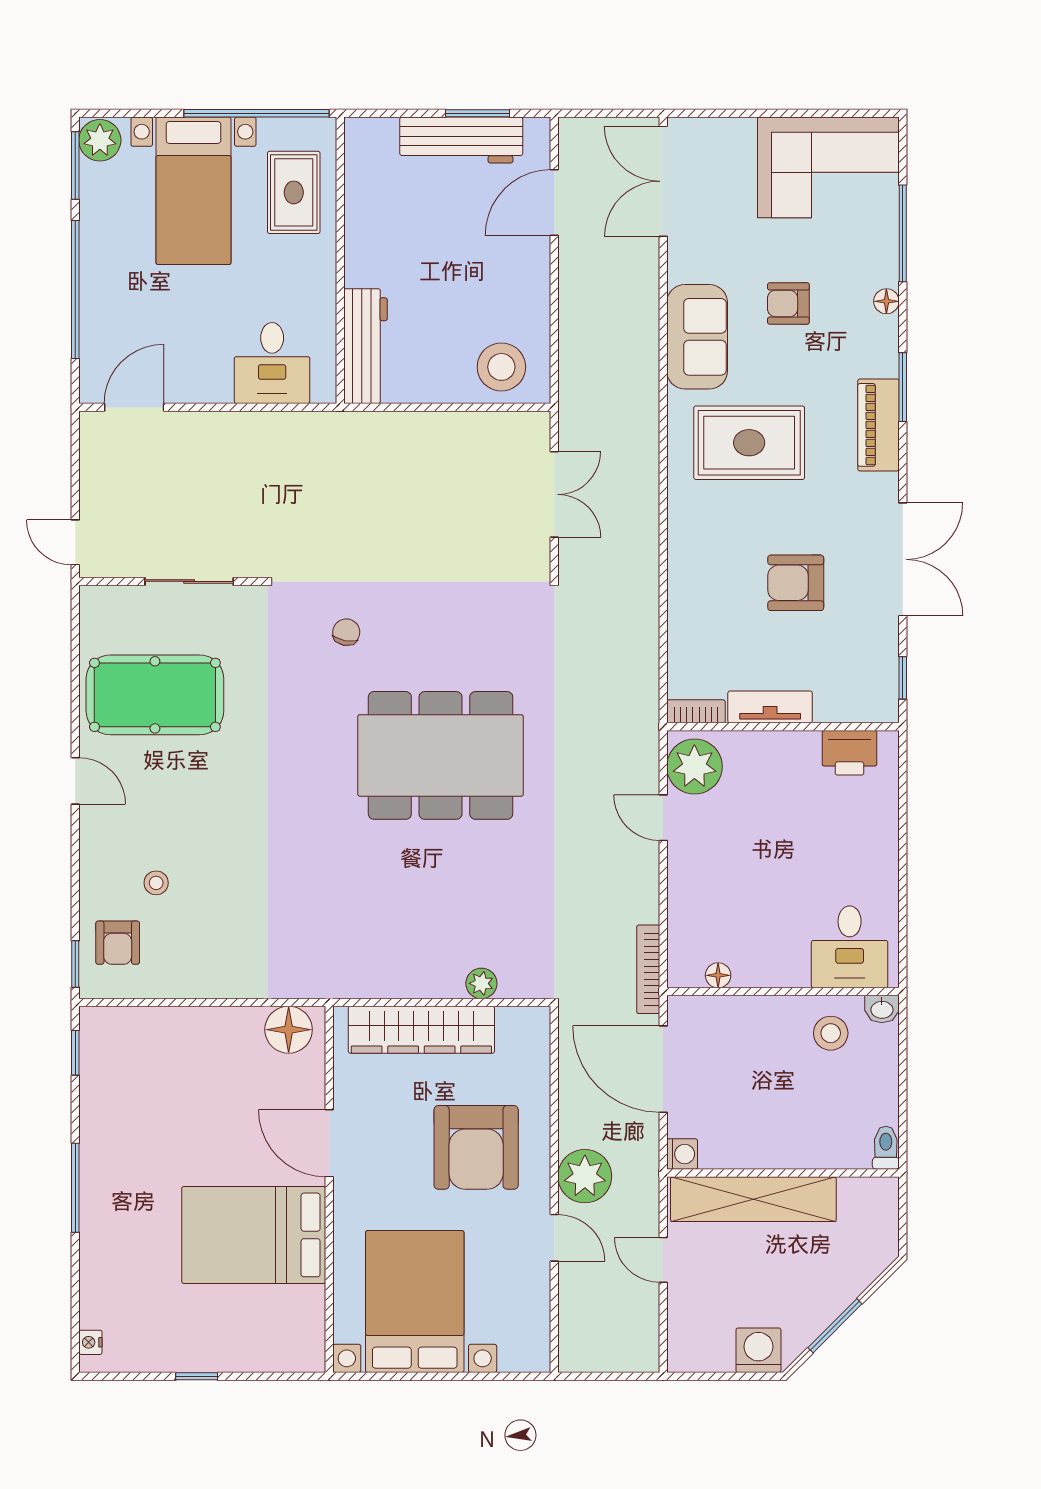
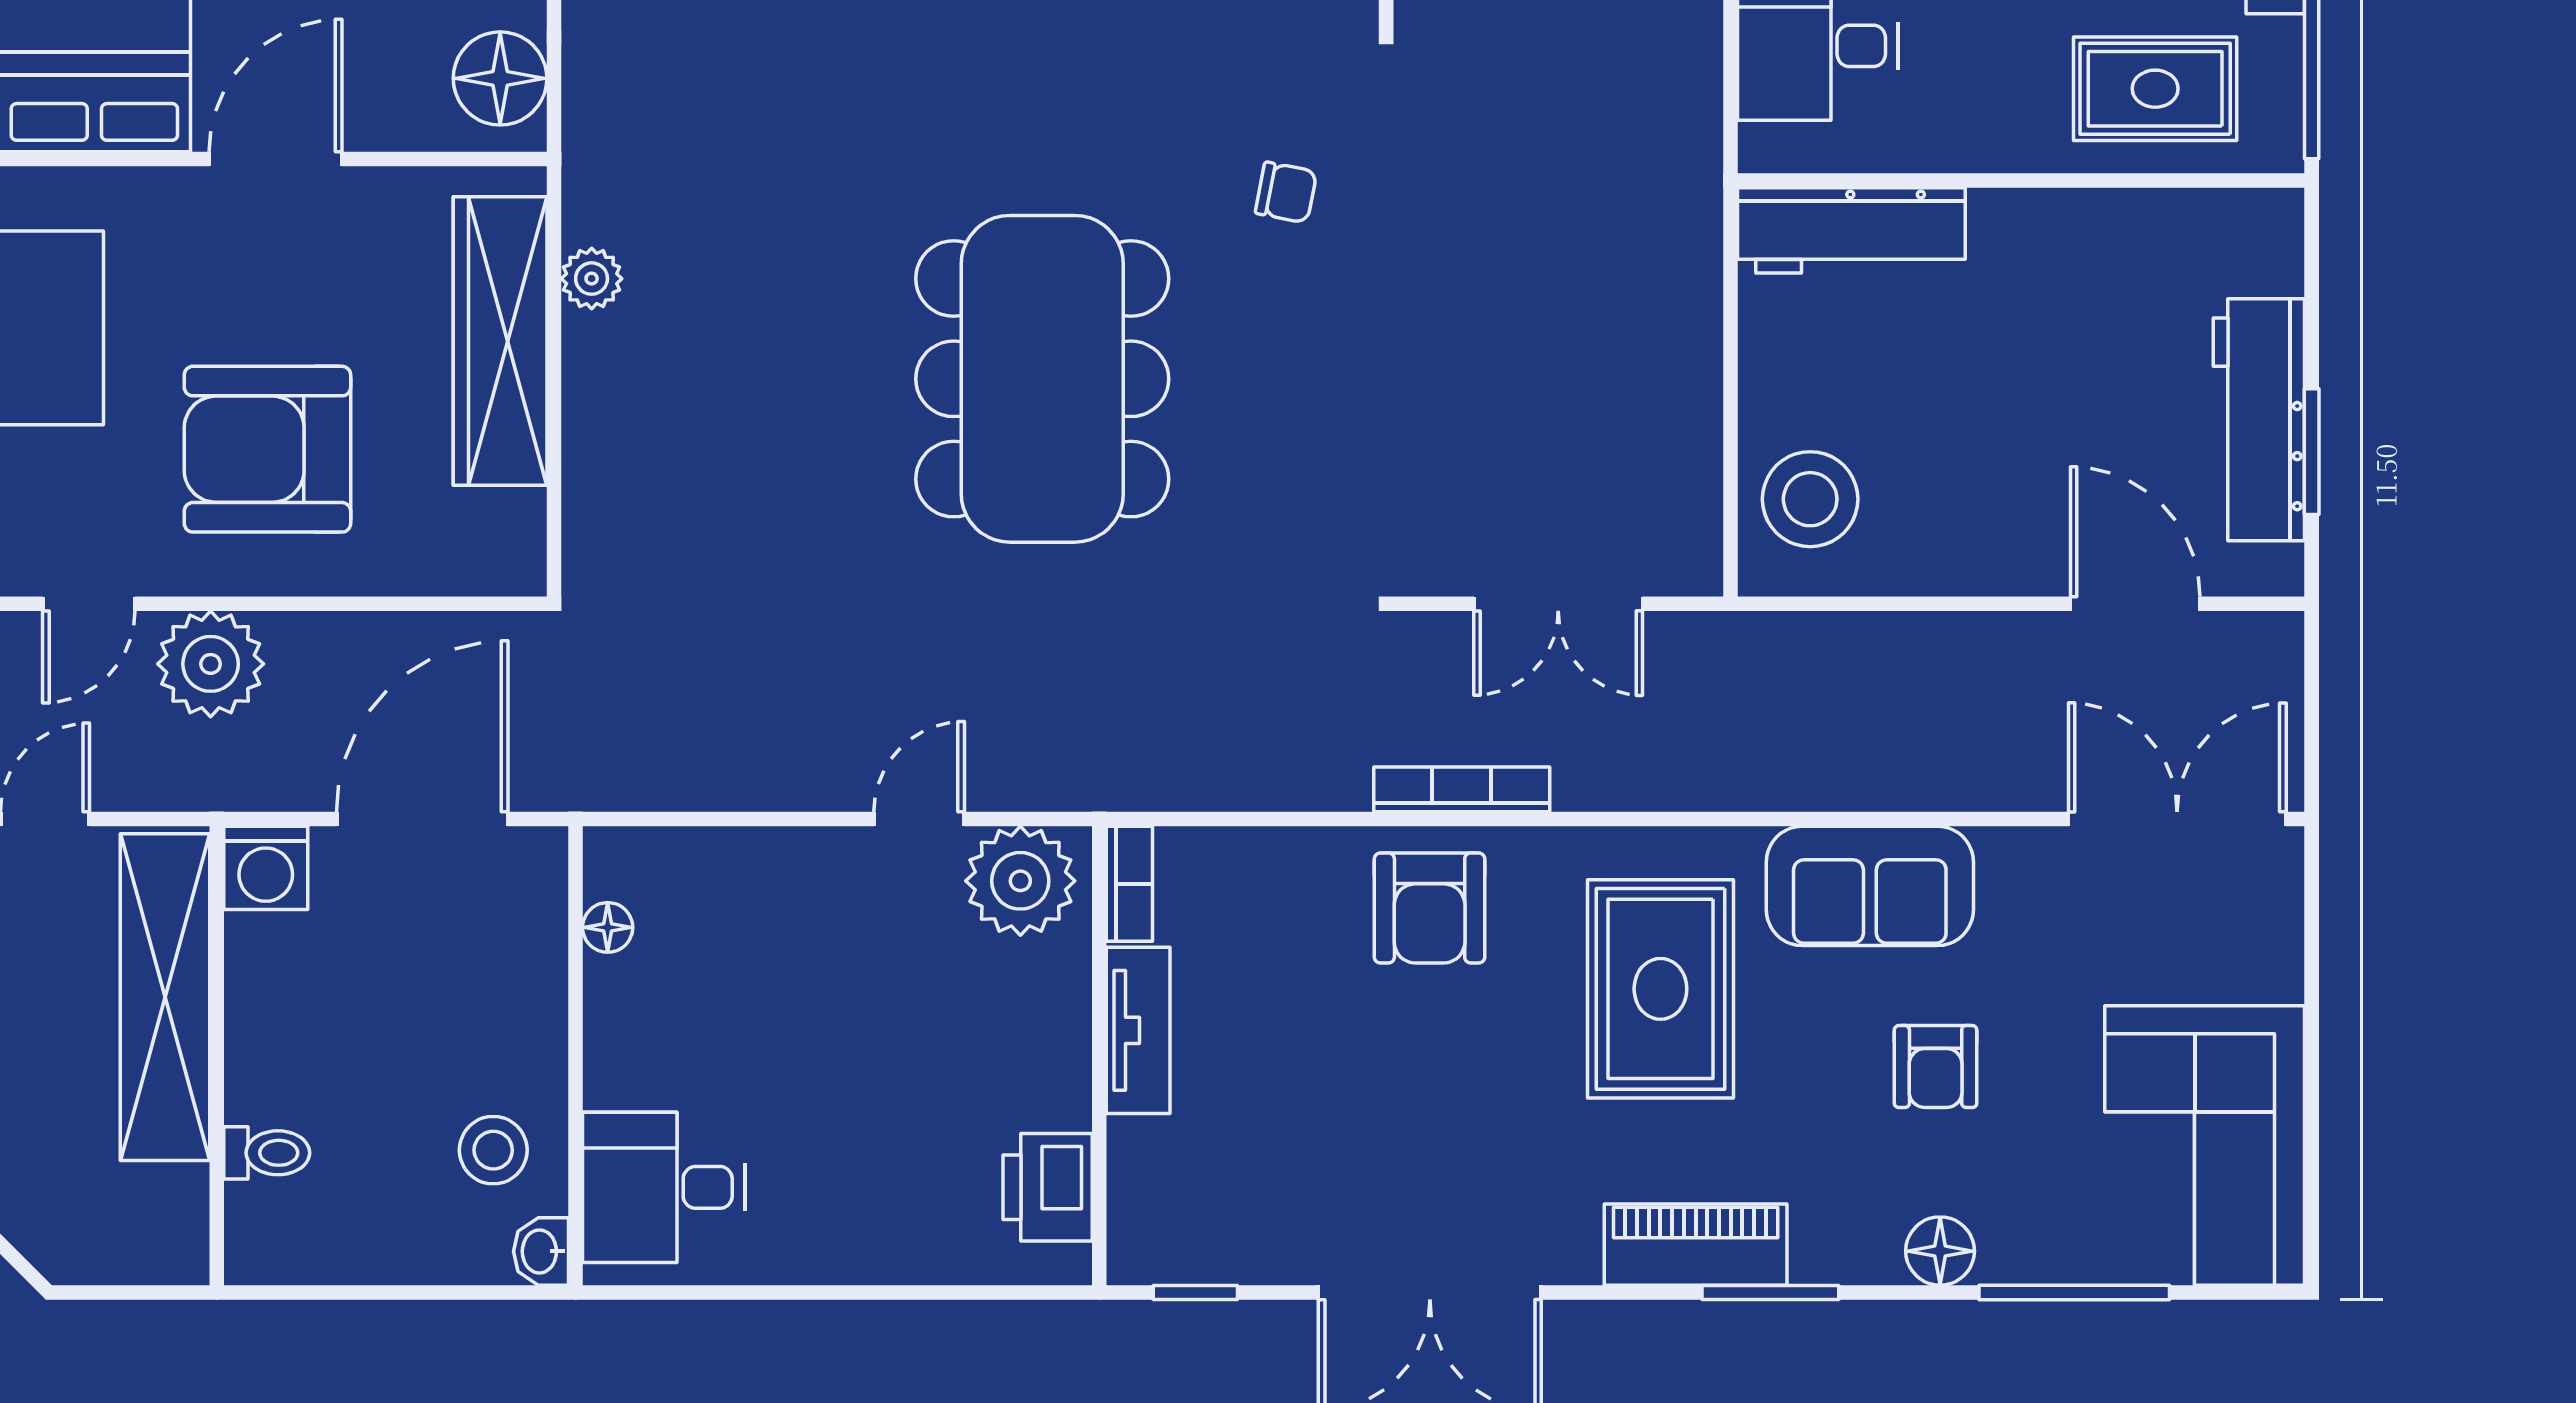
floor lamp: (886, 301) -> (1940, 1251), width x1.37, depth x1.37
armchair: (788, 304) -> (1936, 1067), turned 180
armchair: (796, 583) -> (1430, 908), moved, turned 180
bookcase: (648, 969) -> (1462, 789), moved
plant: (481, 983) -> (592, 279), moved
toilet: (886, 1148) -> (267, 1153), moved
washing machine: (682, 1154) -> (266, 868), width x1.38, depth x1.38

